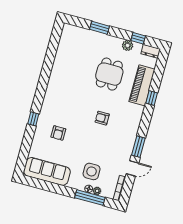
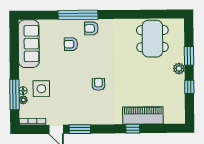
window: (138, 38) -> (189, 87), moved
plant: (128, 45) -> (179, 69), moved
dresser: (151, 51) -> (180, 114), removed
dining table: (109, 74) -> (152, 39), moved, width x1.38
armchair: (49, 110) -> (91, 28), added
window: (33, 119) -> (78, 15), width x3.17

